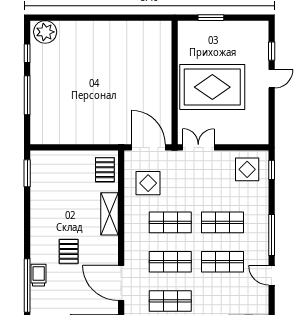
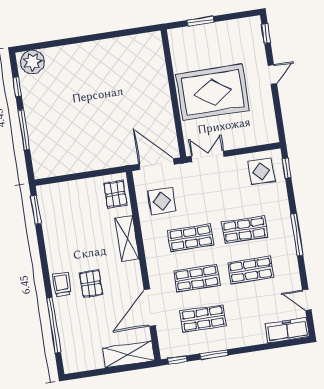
window: (272, 51) -> (266, 34), moved
trolley: (39, 275) -> (62, 284), moved
door: (272, 275) -> (307, 300), moved
door: (121, 283) -> (150, 308), hinge flipped

